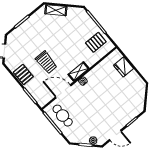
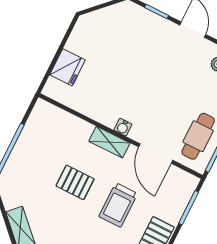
pallet: (96, 42) -> (75, 182), moved
trolley: (46, 62) -> (118, 205), turned 180

